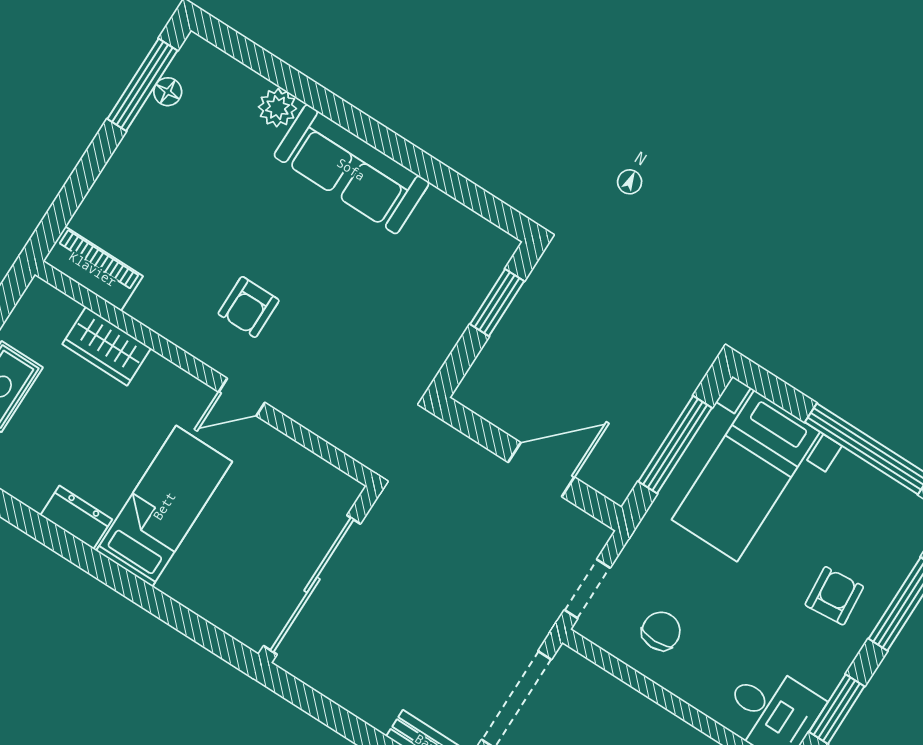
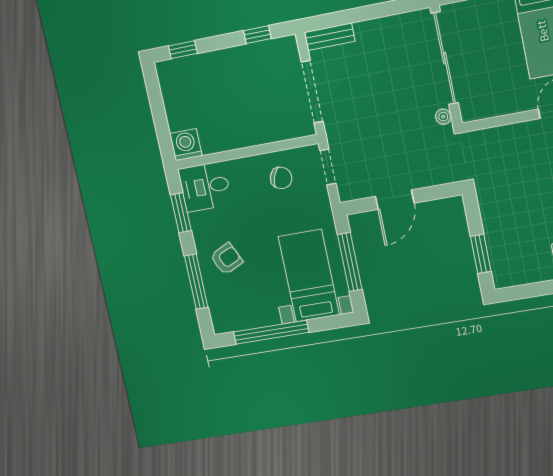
plant: (382, 516) -> (443, 117), added
armchair: (834, 596) -> (226, 259), turned -110
chair: (661, 631) -> (281, 178), turned -69

